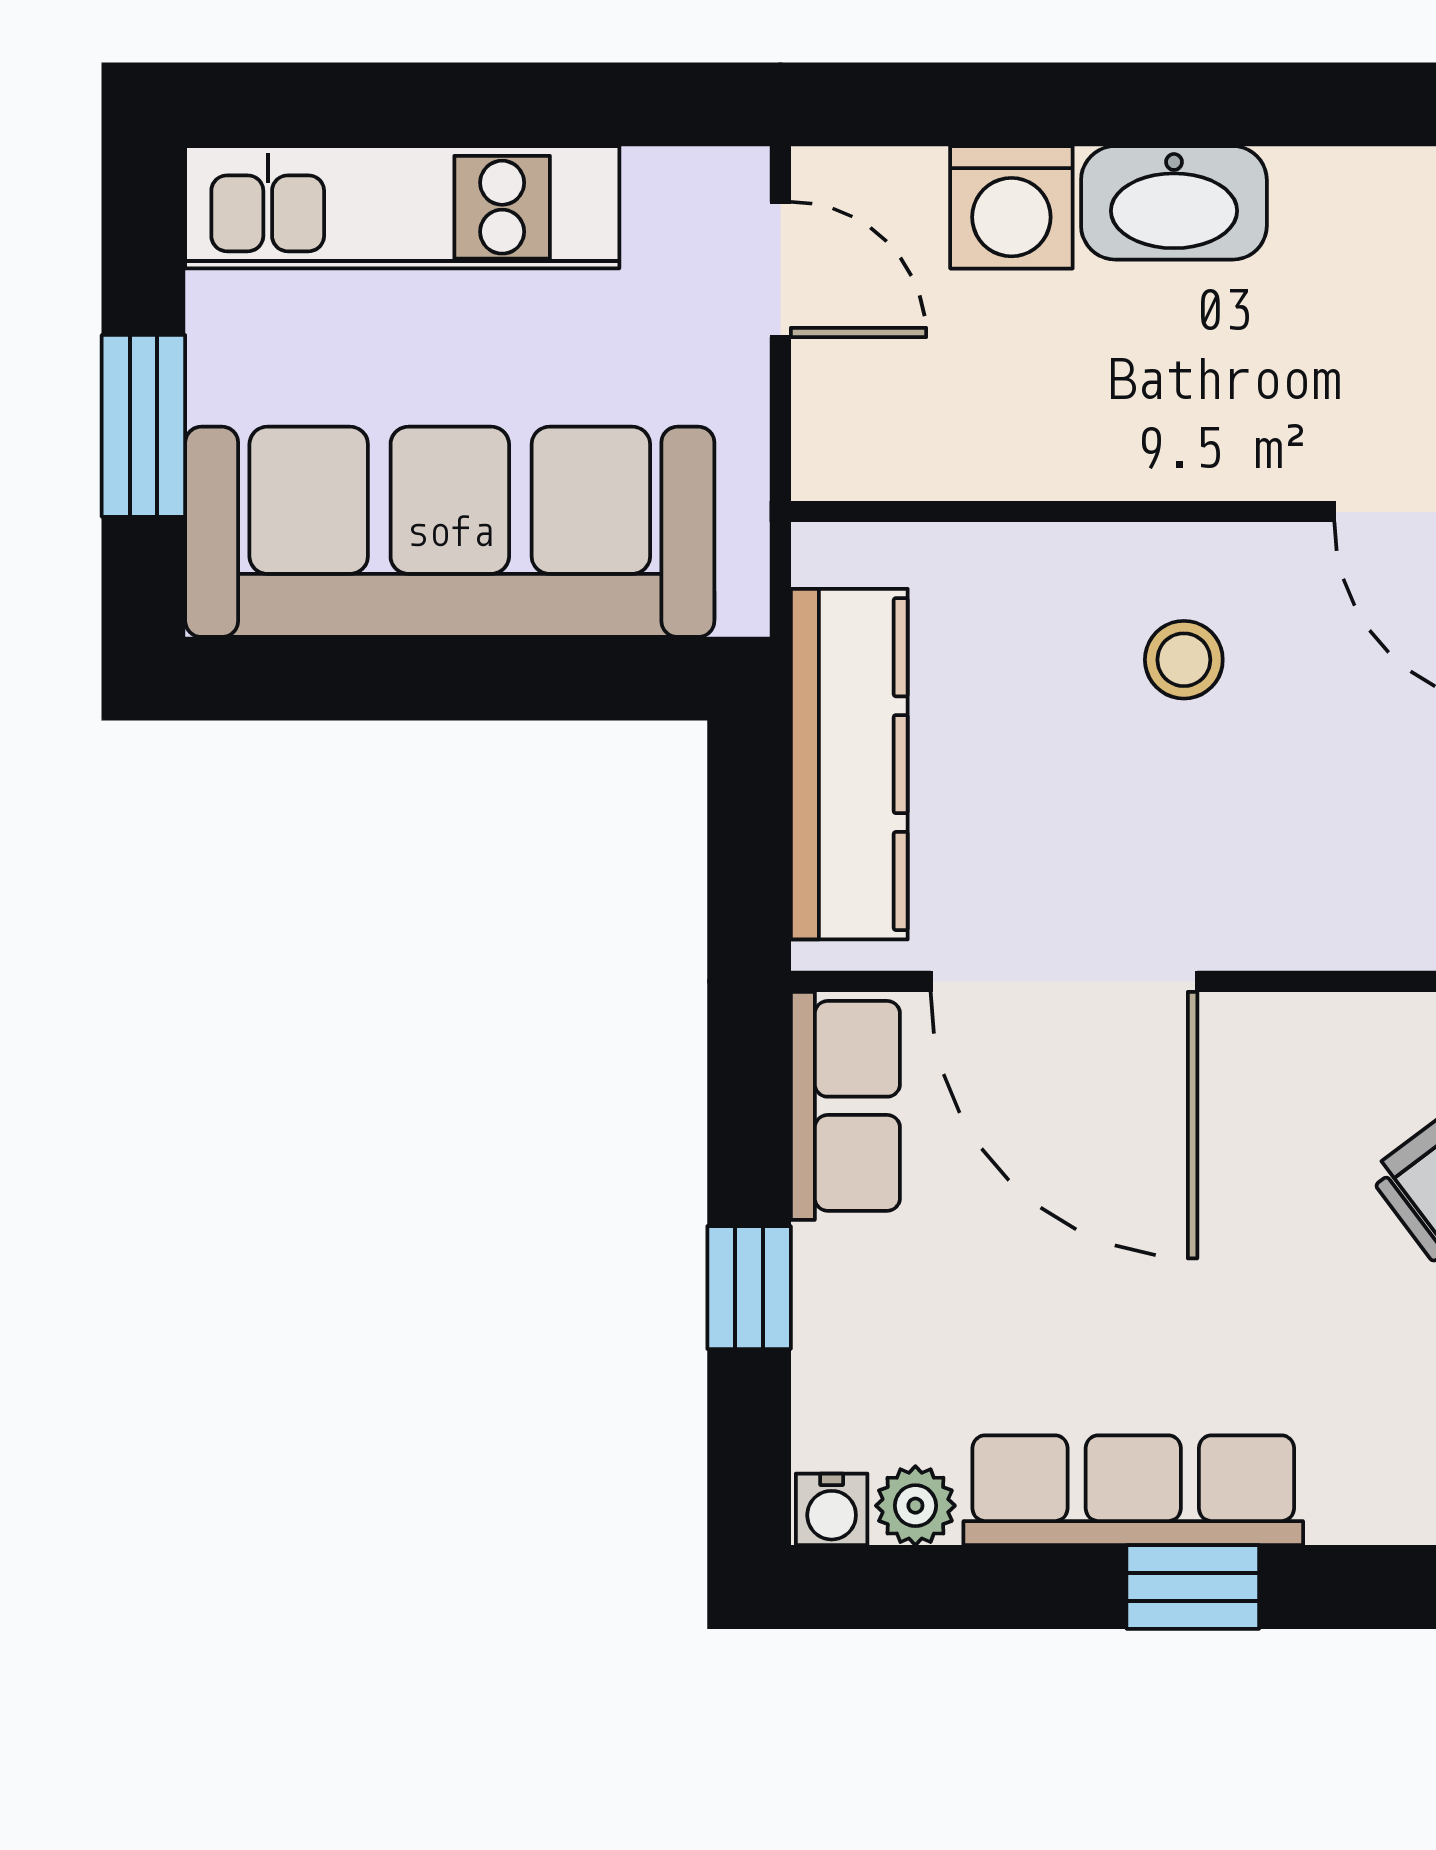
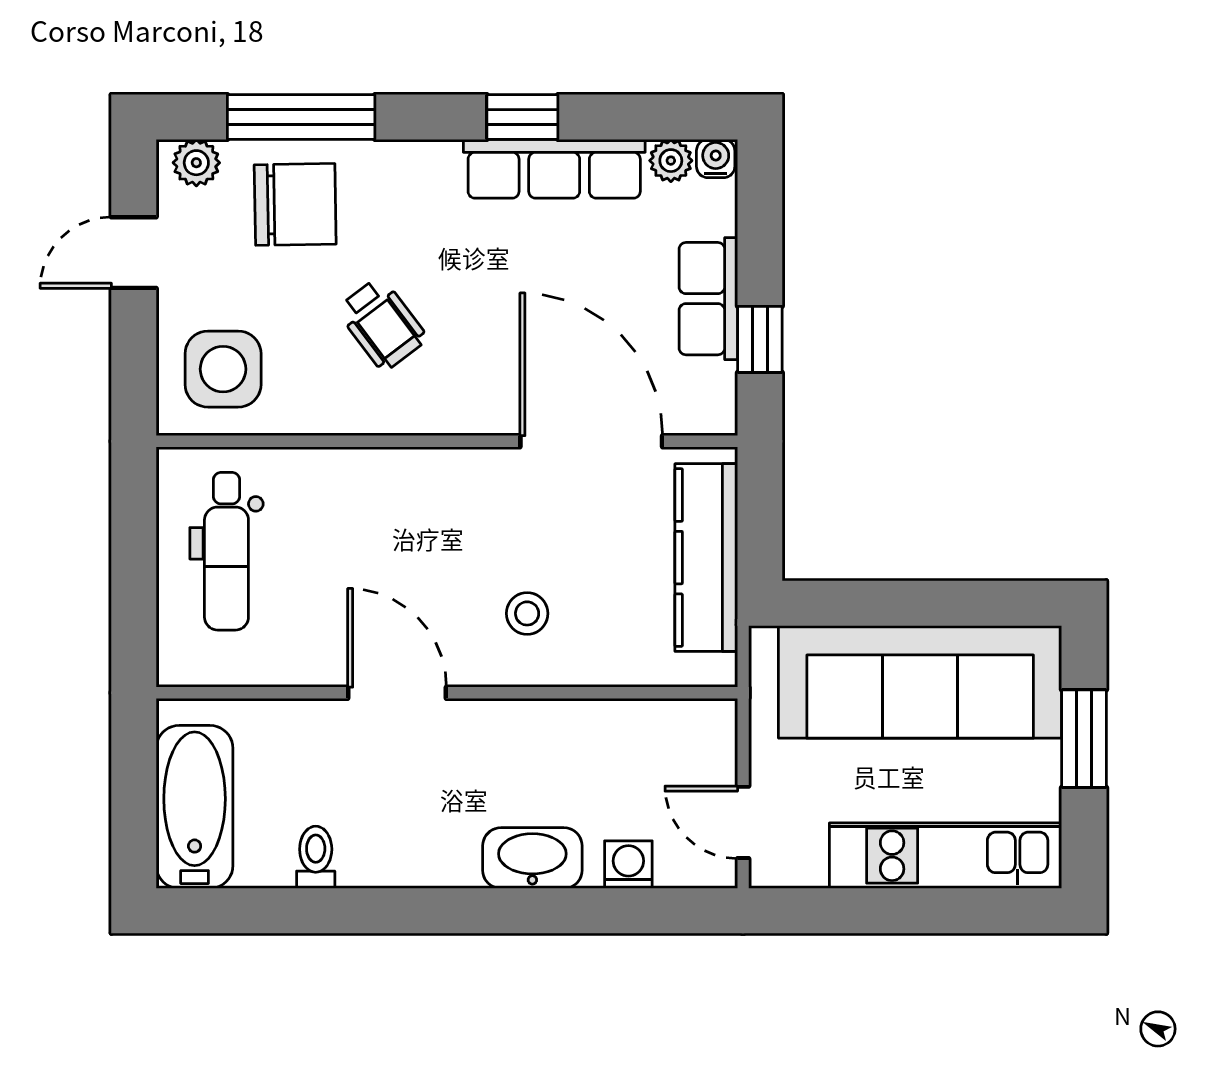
washing machine: (1011, 207) -> (628, 865), width x0.73, depth x0.73
row of seats: (845, 1106) -> (708, 299), moved
window: (749, 1288) -> (760, 339), moved

